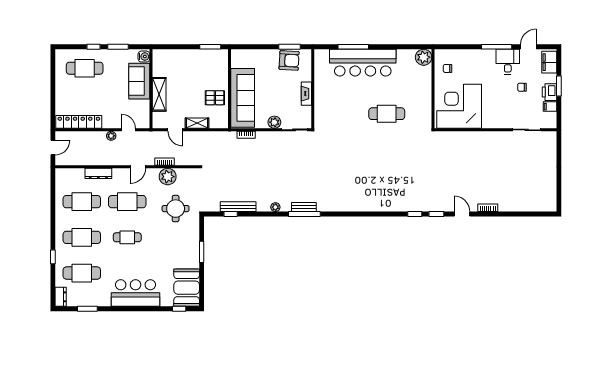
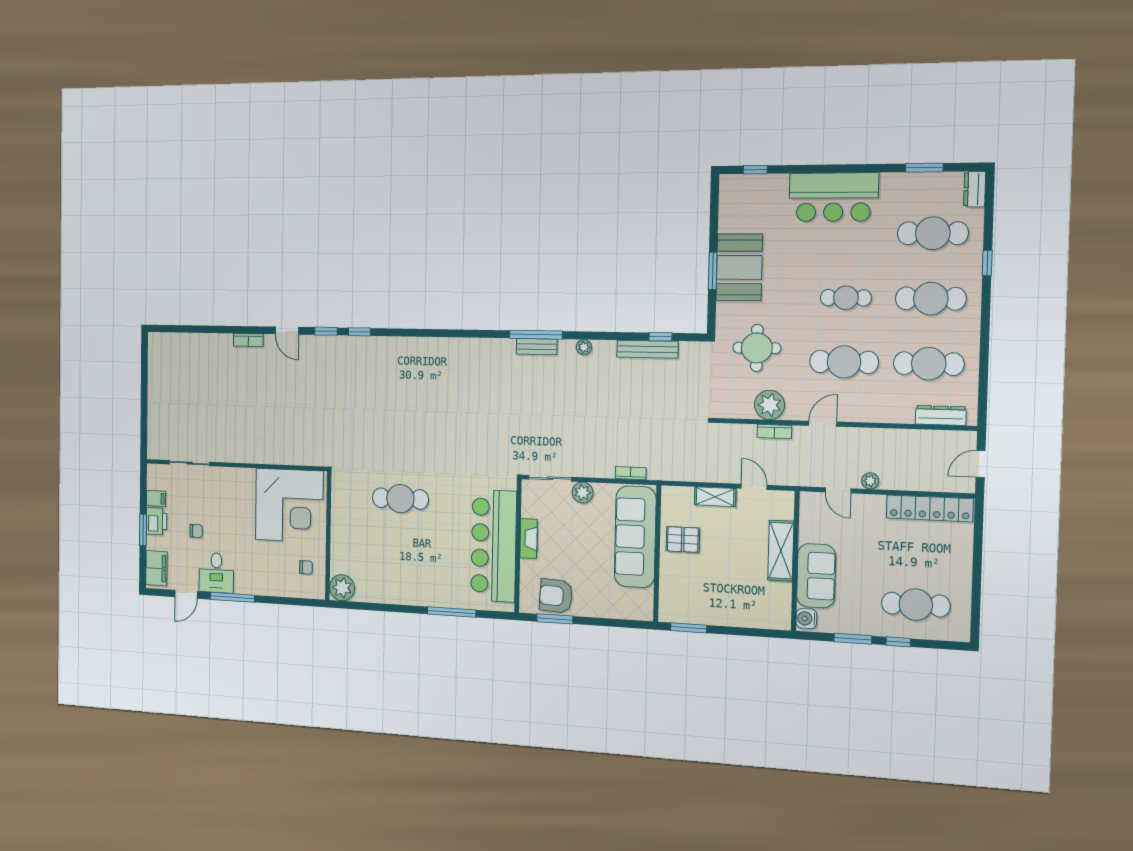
bar counter: (363, 63) -> (494, 546), moved, turned -90
dresser: (98, 173) -> (941, 415), moved
booth: (187, 288) -> (739, 267), moved

